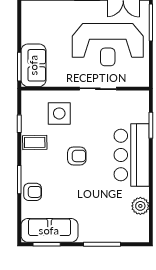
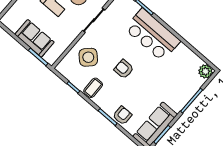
sofa: (33, 65) -> (35, 38), moved
side table: (59, 113) -> (88, 57), turned 45
armchair: (77, 156) -> (124, 69), turned -90
plant: (140, 206) -> (206, 71), moved

